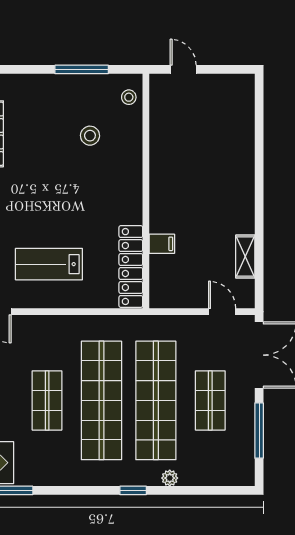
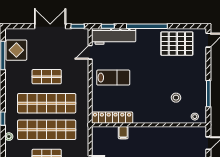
lab bench: (49, 264) -> (113, 78), turned 90

